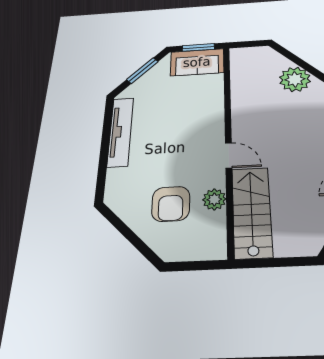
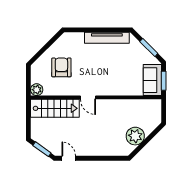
door: (229, 155) -> (88, 97), hinge flipped
plant: (214, 199) -> (37, 90), moved
armchair: (171, 204) -> (61, 67), turned 90

